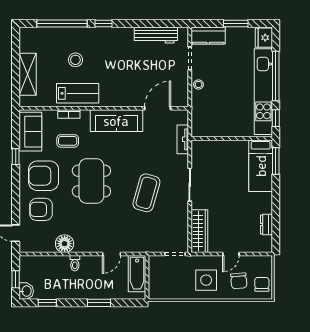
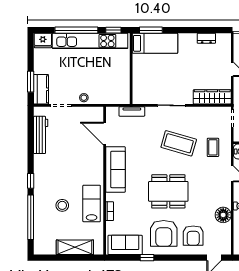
window: (236, 24) -> (31, 82), moved
coffee table: (68, 141) -> (213, 147), moved

